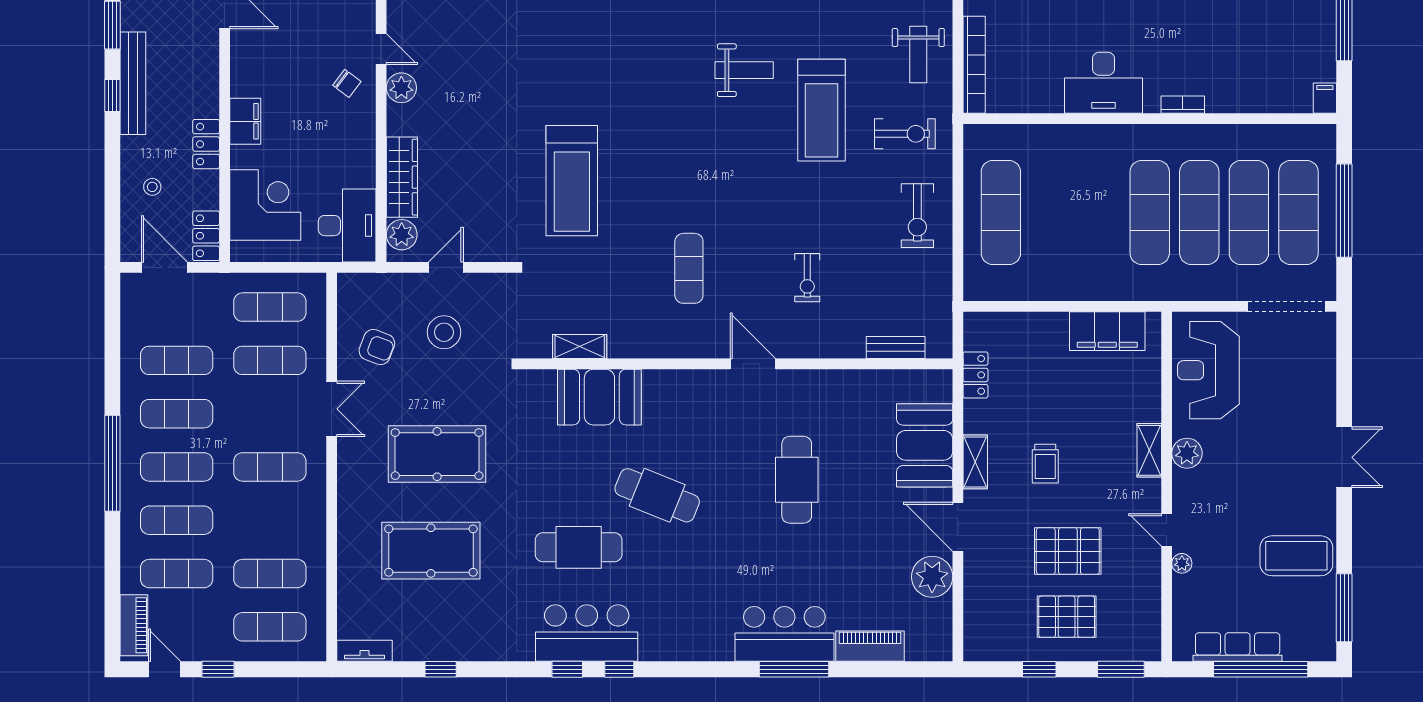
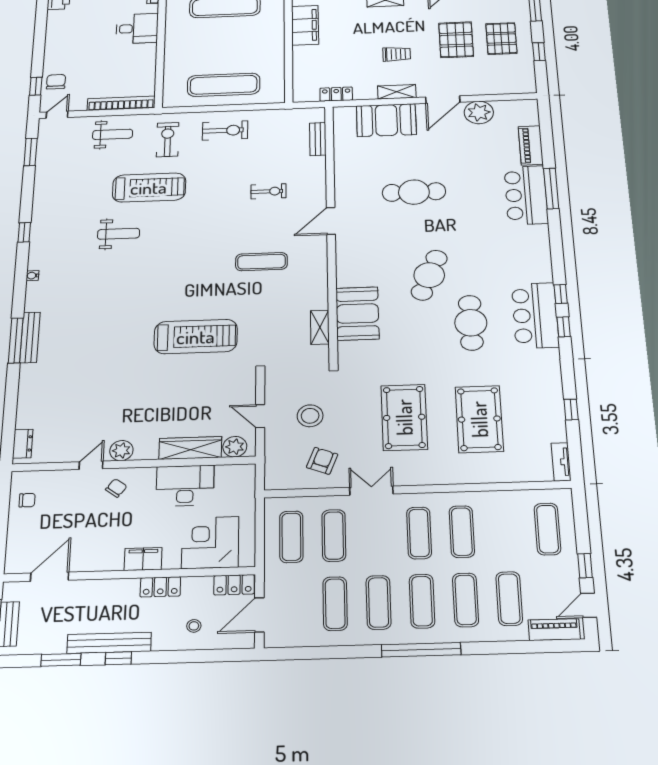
weight bench: (744, 70) -> (118, 234), turned 90
desk: (1104, 83) -> (137, 29), width x0.73
desk: (347, 226) -> (185, 486), moved
exercise mat: (270, 574) -> (462, 532), moved

